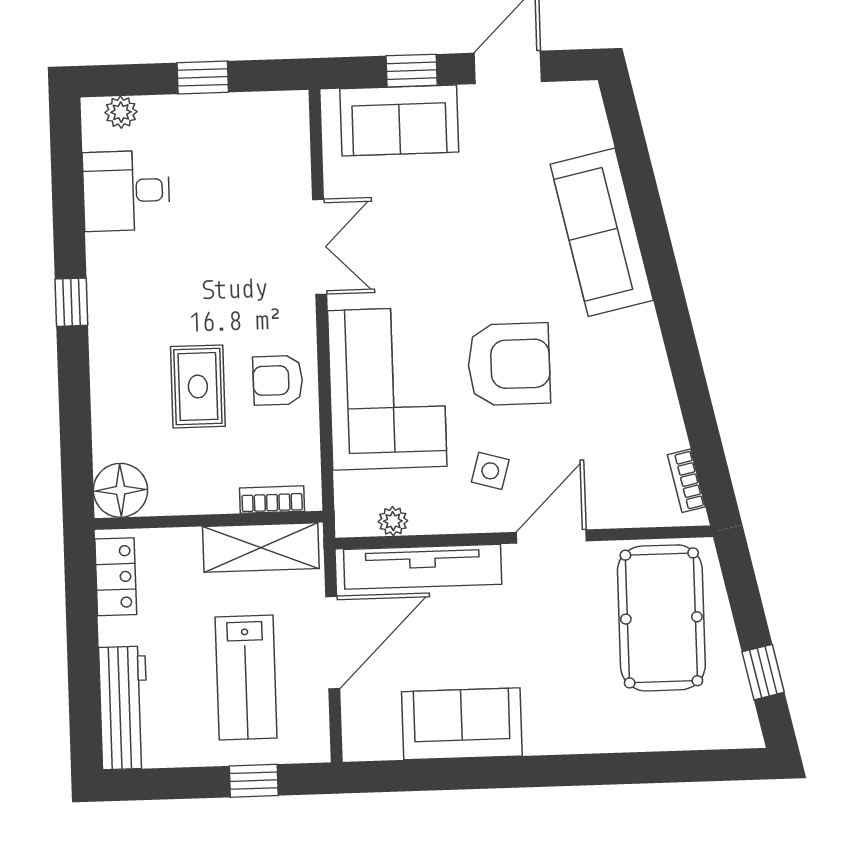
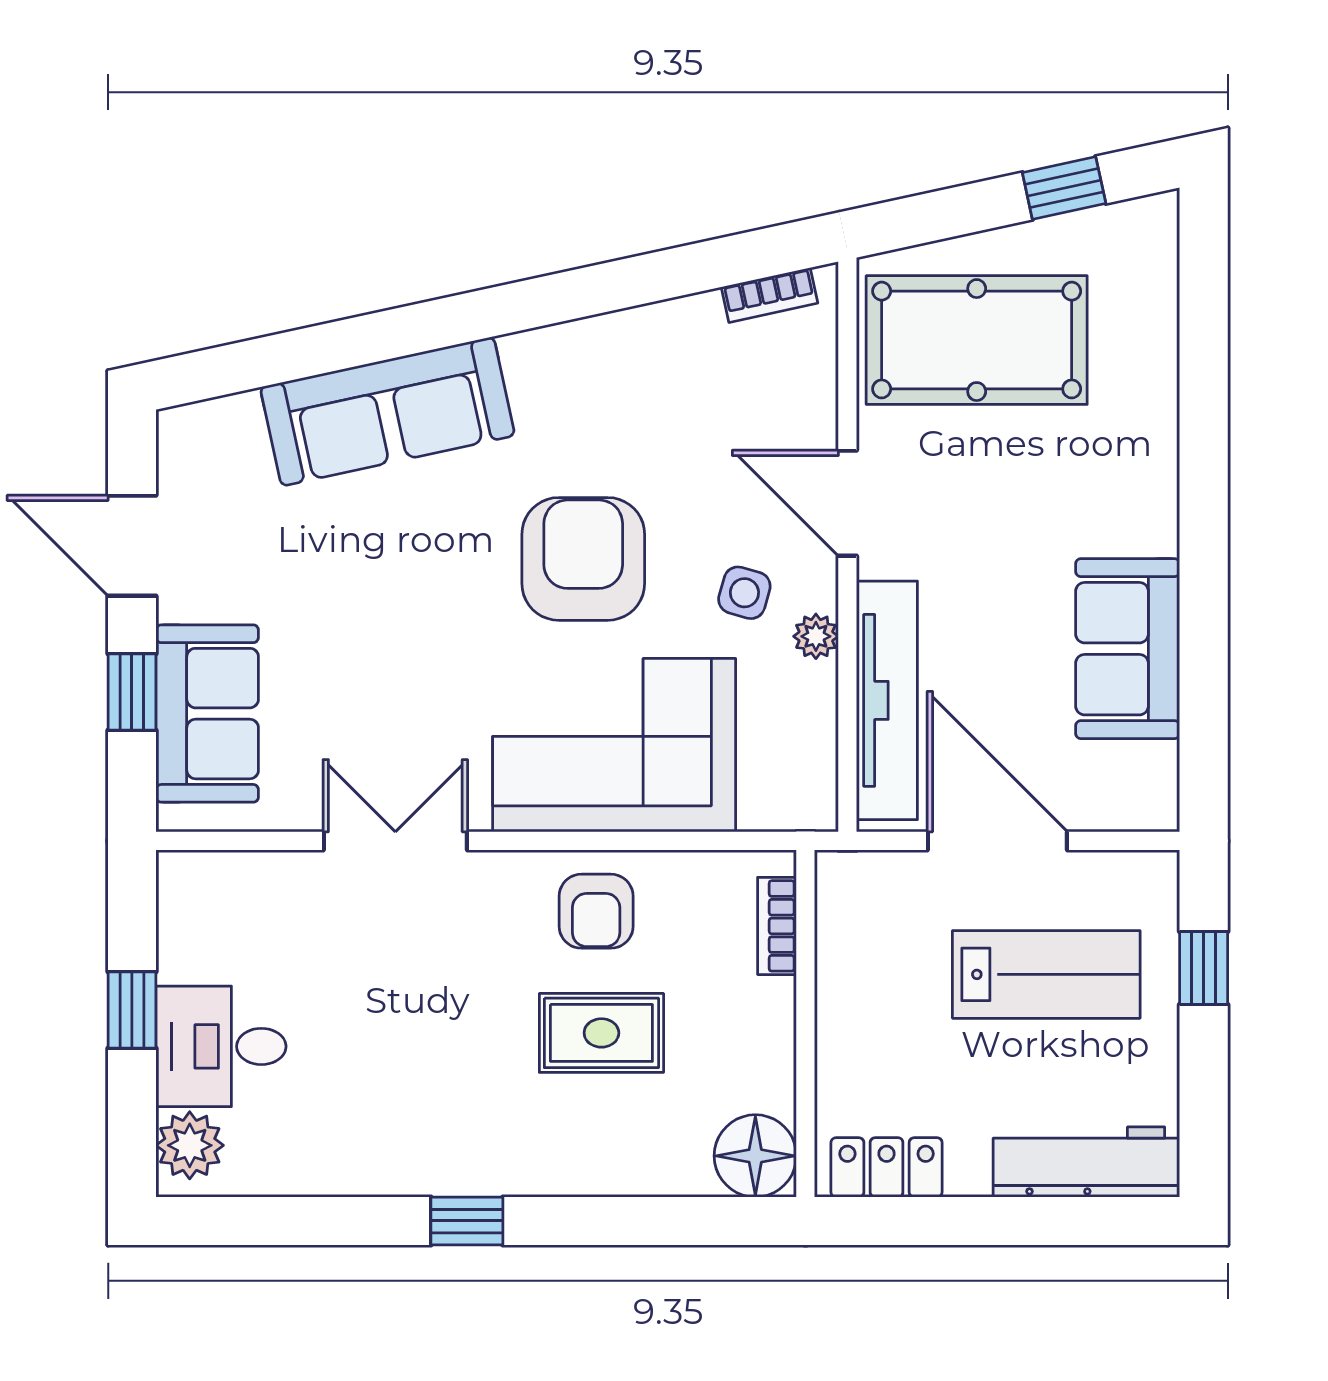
plant: (121, 112) -> (190, 1145), width x1.38, depth x1.38
desk: (126, 191) -> (221, 1046), moved, turned 90
plant: (393, 521) -> (816, 636), moved
shelving: (261, 548) -> (849, 945), removed

